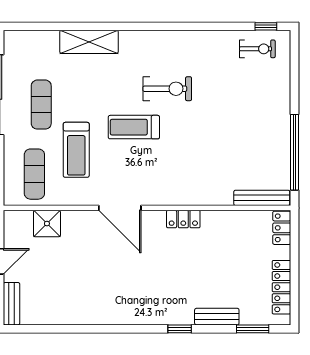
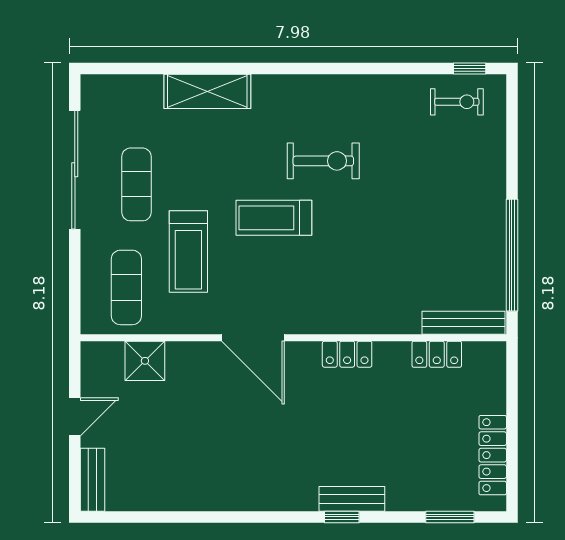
locker: (282, 228) -> (437, 354), moved, turned -90
bench: (217, 317) -> (352, 499), moved

